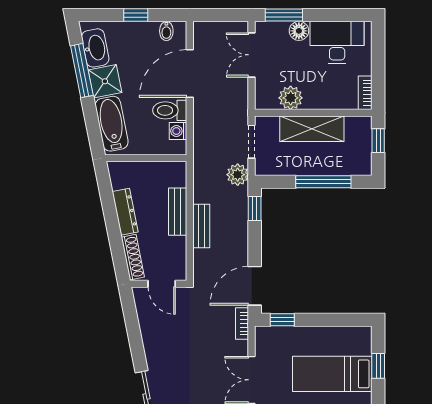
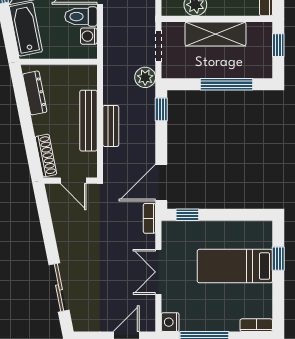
dresser: (125, 212) -> (35, 93), moved
bench: (178, 212) -> (88, 121), width x1.36

